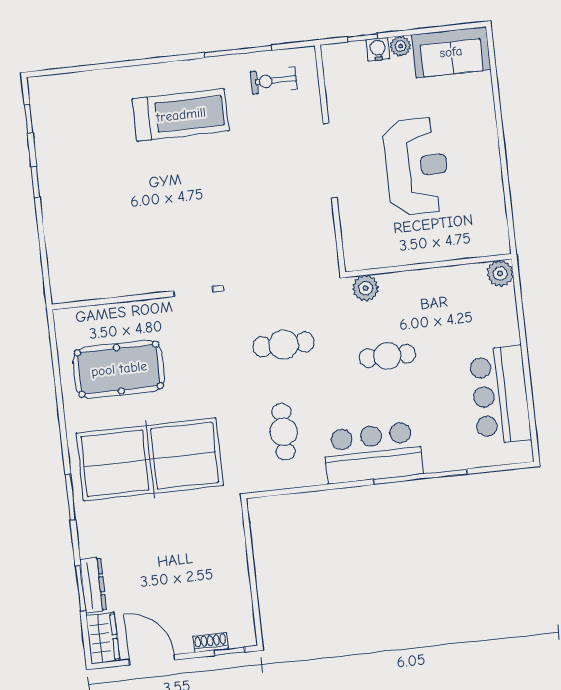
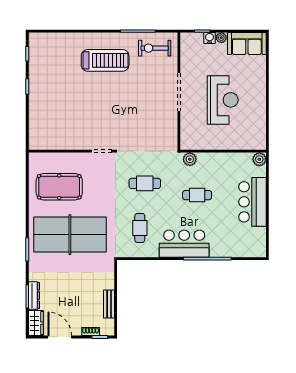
exercise bike: (274, 81) -> (155, 48), width x1.38, depth x1.39
bar counter: (500, 395) -> (252, 202), moved
bench: (240, 585) -> (109, 304), added

